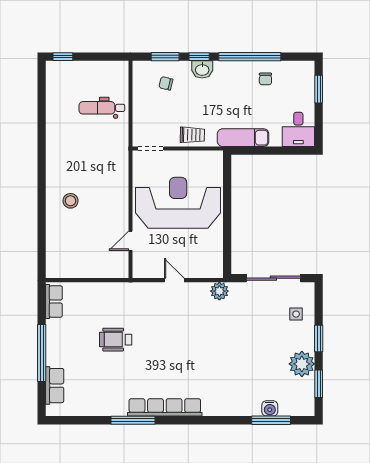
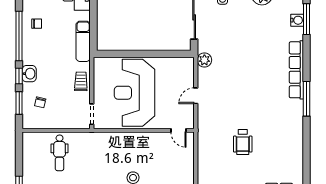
door: (130, 241) -> (178, 130), moved
row of seats: (165, 407) -> (296, 70), moved
window: (133, 420) -> (306, 99), moved

